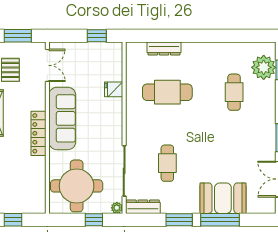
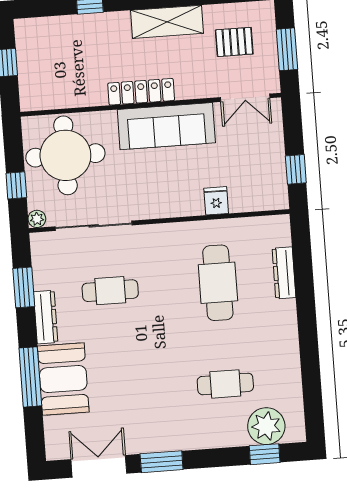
dresser: (143, 207) -> (46, 317), moved
window: (179, 220) -> (24, 287), moved

